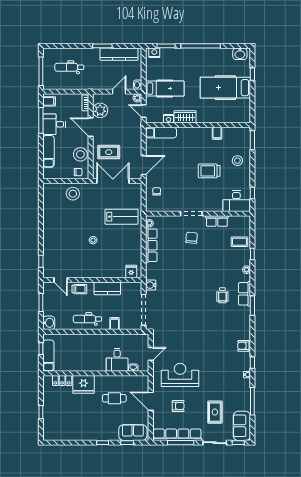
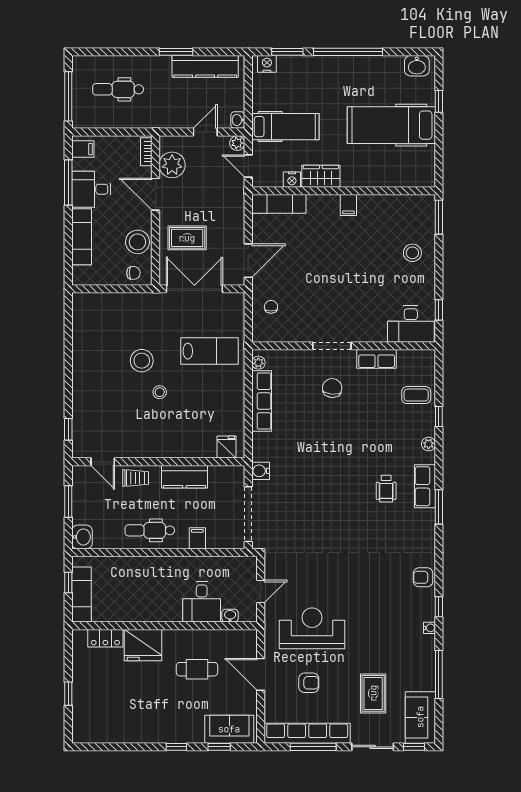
filing cabinet: (217, 133) -> (348, 205), moved
trolley: (209, 171) -> (363, 271), removed
stool: (73, 194) -> (142, 361), moved

